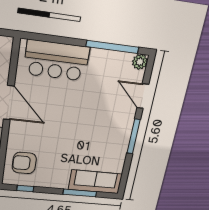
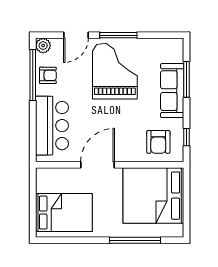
armchair: (109, 63) -> (48, 75), added
grand piano: (100, 130) -> (115, 71), added
sofa: (95, 182) -> (172, 91), moved

